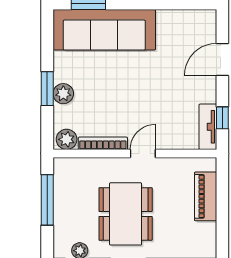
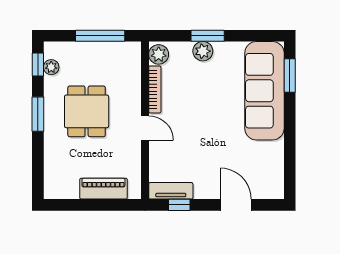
dining table: (126, 214) -> (87, 111), width x0.73

